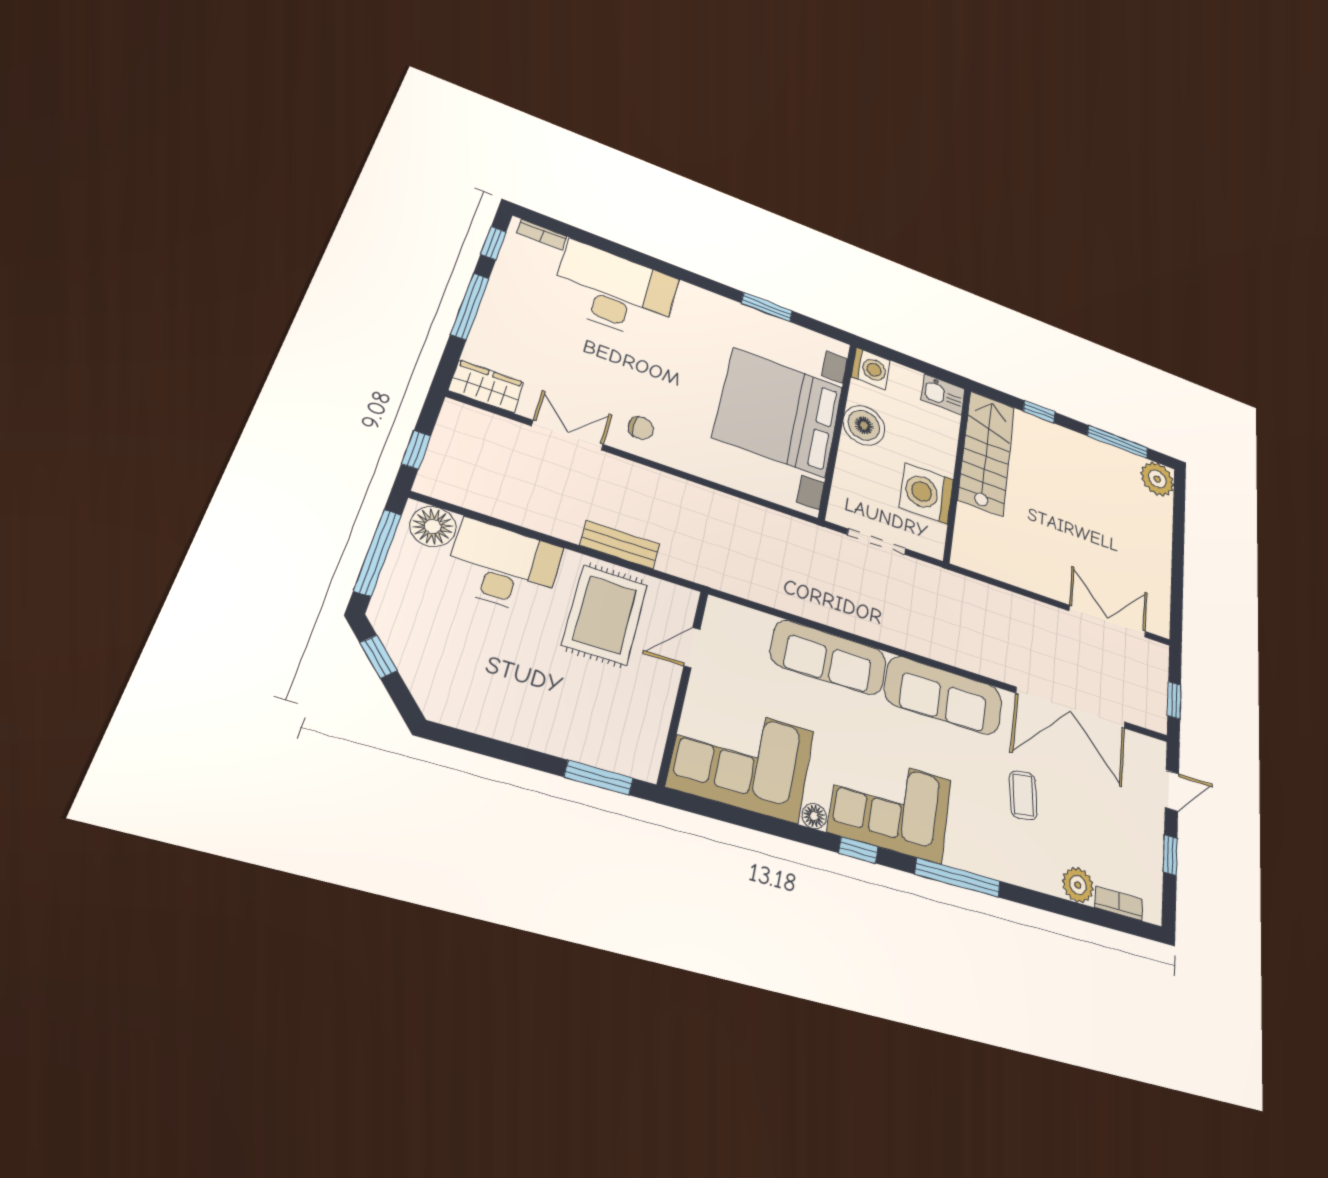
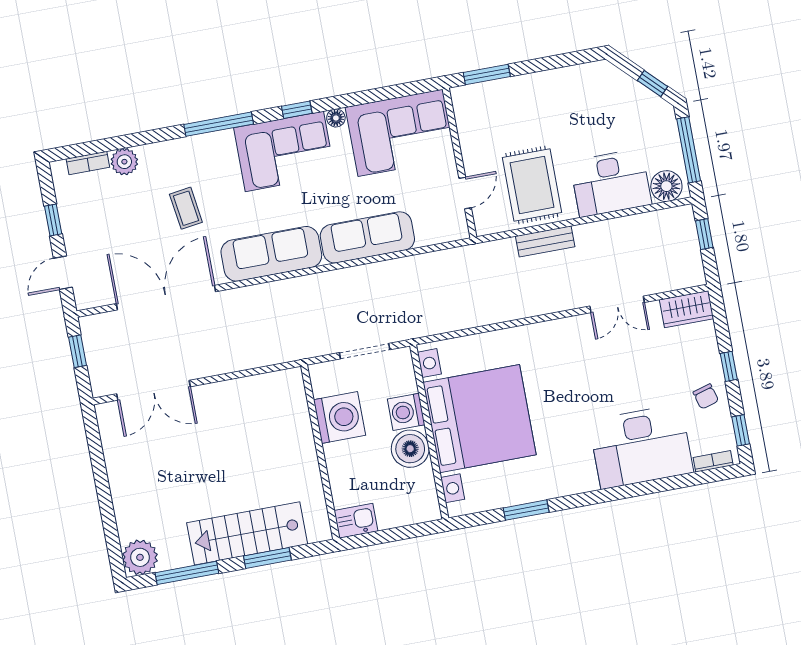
window: (470, 306) -> (729, 366), width x0.46
washing machine: (871, 369) -> (406, 412), moved
window: (1039, 412) -> (267, 558), width x1.50
chair: (641, 428) -> (706, 396), moved, turned -105
stairs: (986, 453) -> (247, 533), moved, turned 90

